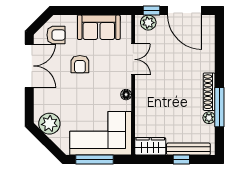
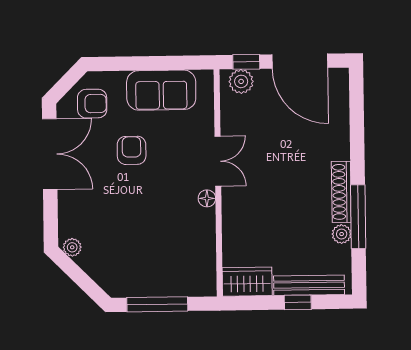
double door: (133, 59) -> (218, 161), moved
armchair: (80, 64) -> (132, 150), turned 180
plant: (49, 124) -> (72, 247), width x0.53, depth x0.53
corner sofa: (101, 133) -> (167, 262), removed

